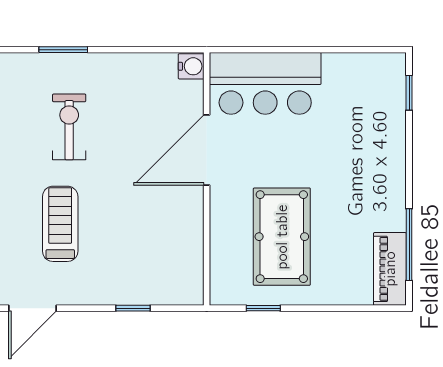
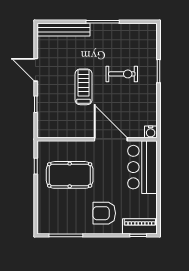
armchair: (362, 164) -> (104, 213), added
treadmill: (60, 224) -> (84, 87), moved, turned -90
piano: (390, 269) -> (140, 226), moved
door: (33, 308) -> (36, 70), moved

